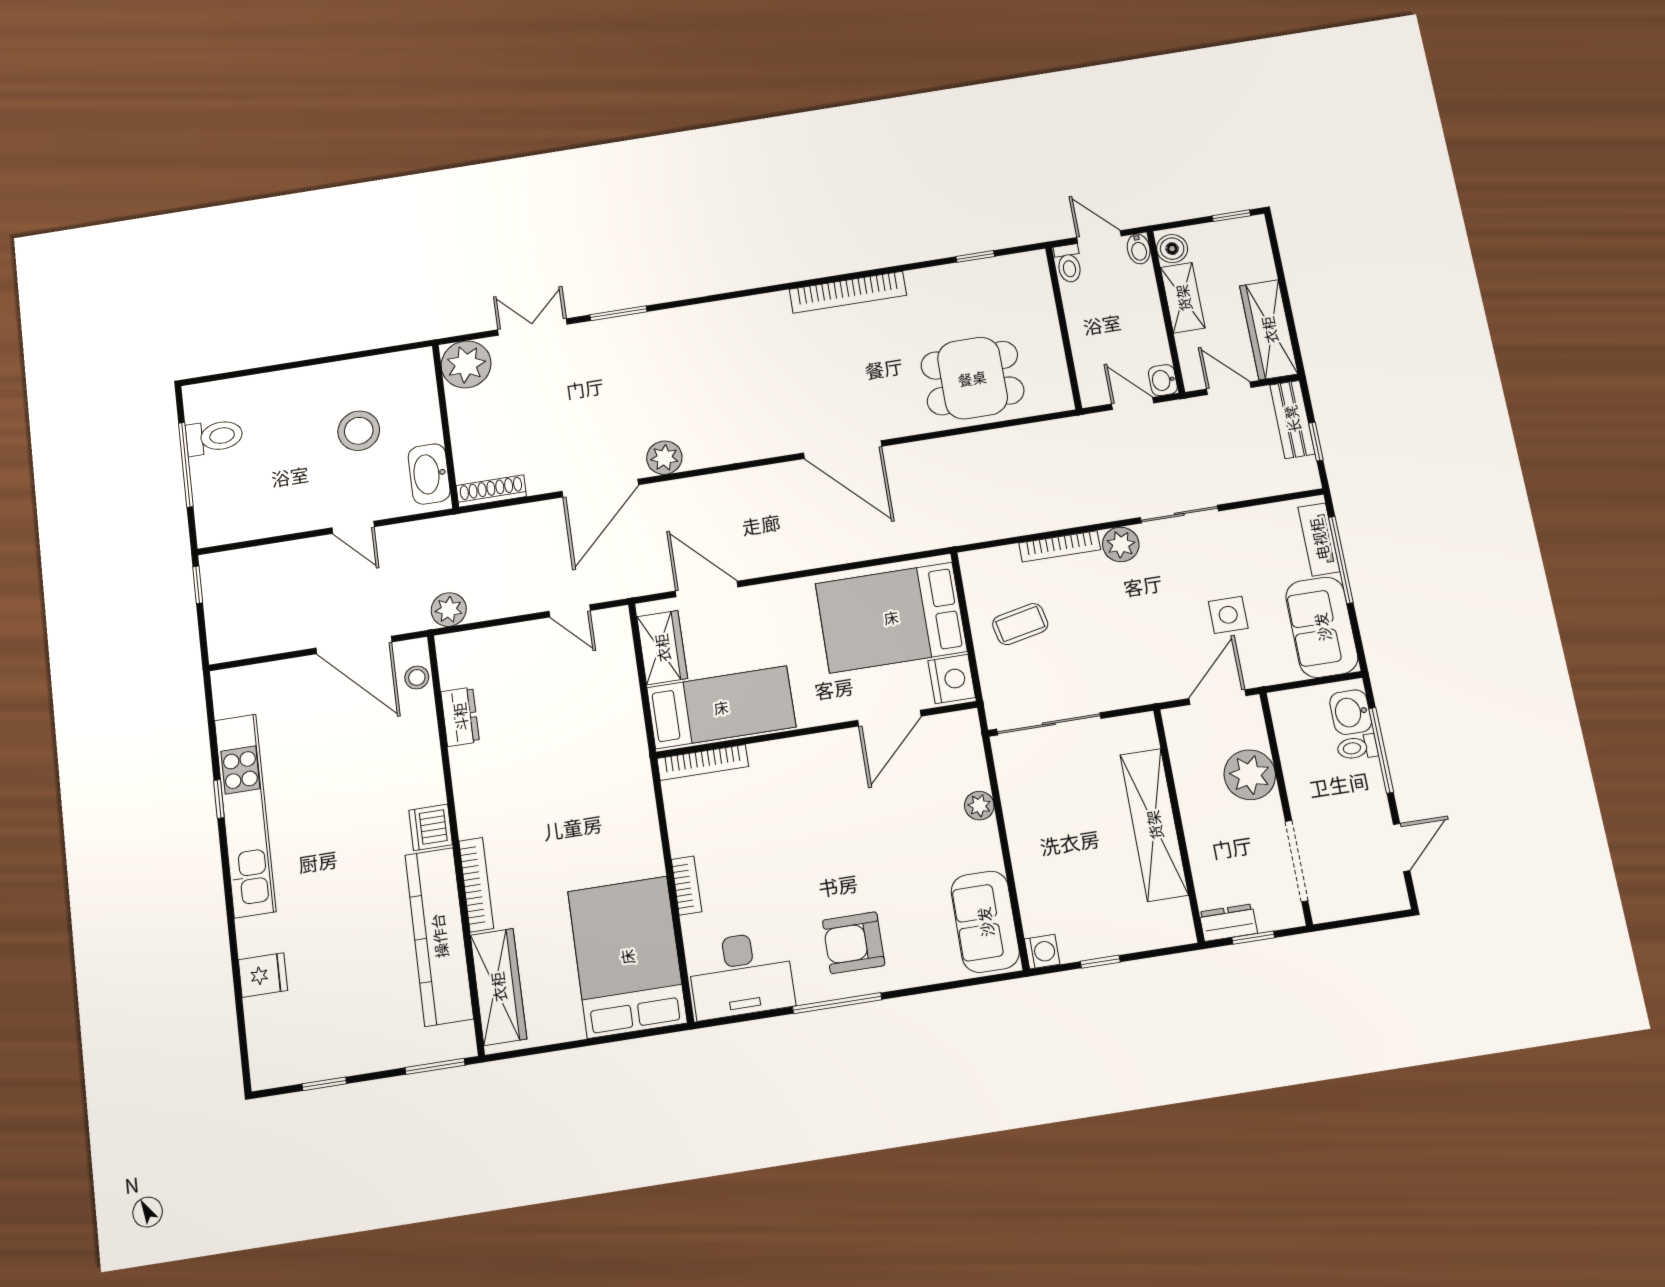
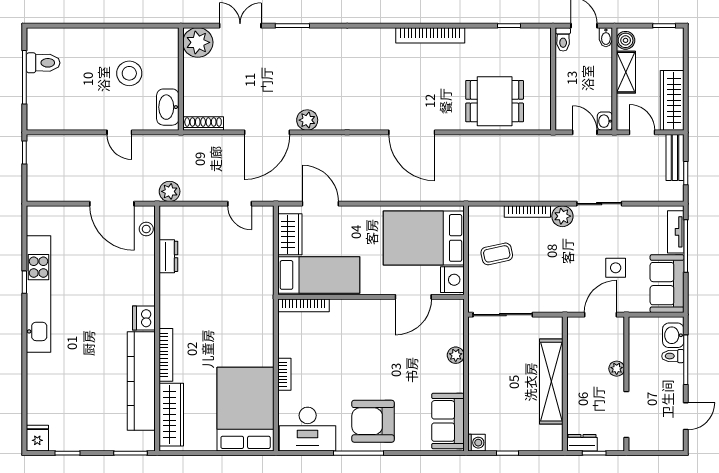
plant: (1250, 775) -> (617, 369), width x0.53, depth x0.53
armchair: (854, 943) -> (373, 421), width x1.36, depth x1.36
fridge: (263, 975) -> (37, 438), moved, turned -90

